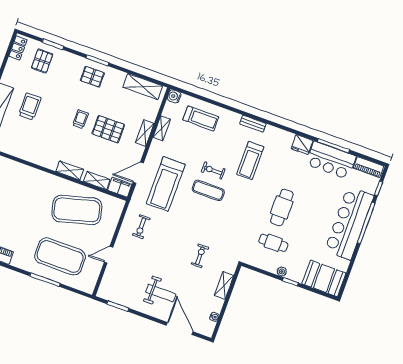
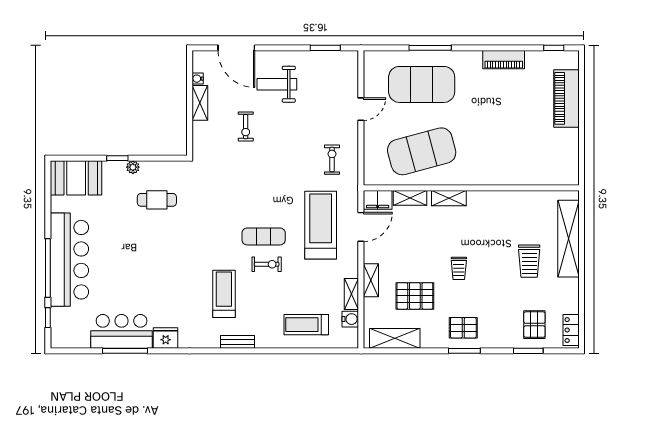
water cooler: (174, 96) -> (350, 319), moved
pallet: (108, 129) -> (415, 296), moved
piano: (368, 167) -> (71, 340), removed
cafe table: (282, 207) -> (162, 249), removed
exercise bike: (200, 256) -> (246, 127), moved
shelving: (224, 285) -> (200, 103), moved

